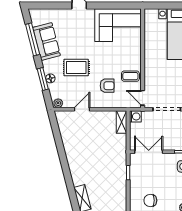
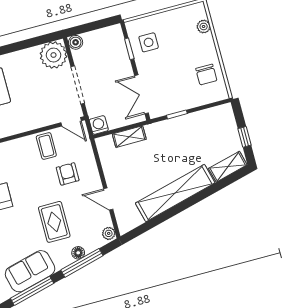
window: (43, 79) -> (82, 263), width x1.44
door: (143, 98) -> (71, 122), hinge flipped
shelving: (122, 122) -> (129, 137), moved
shelving: (74, 157) -> (175, 193), added

